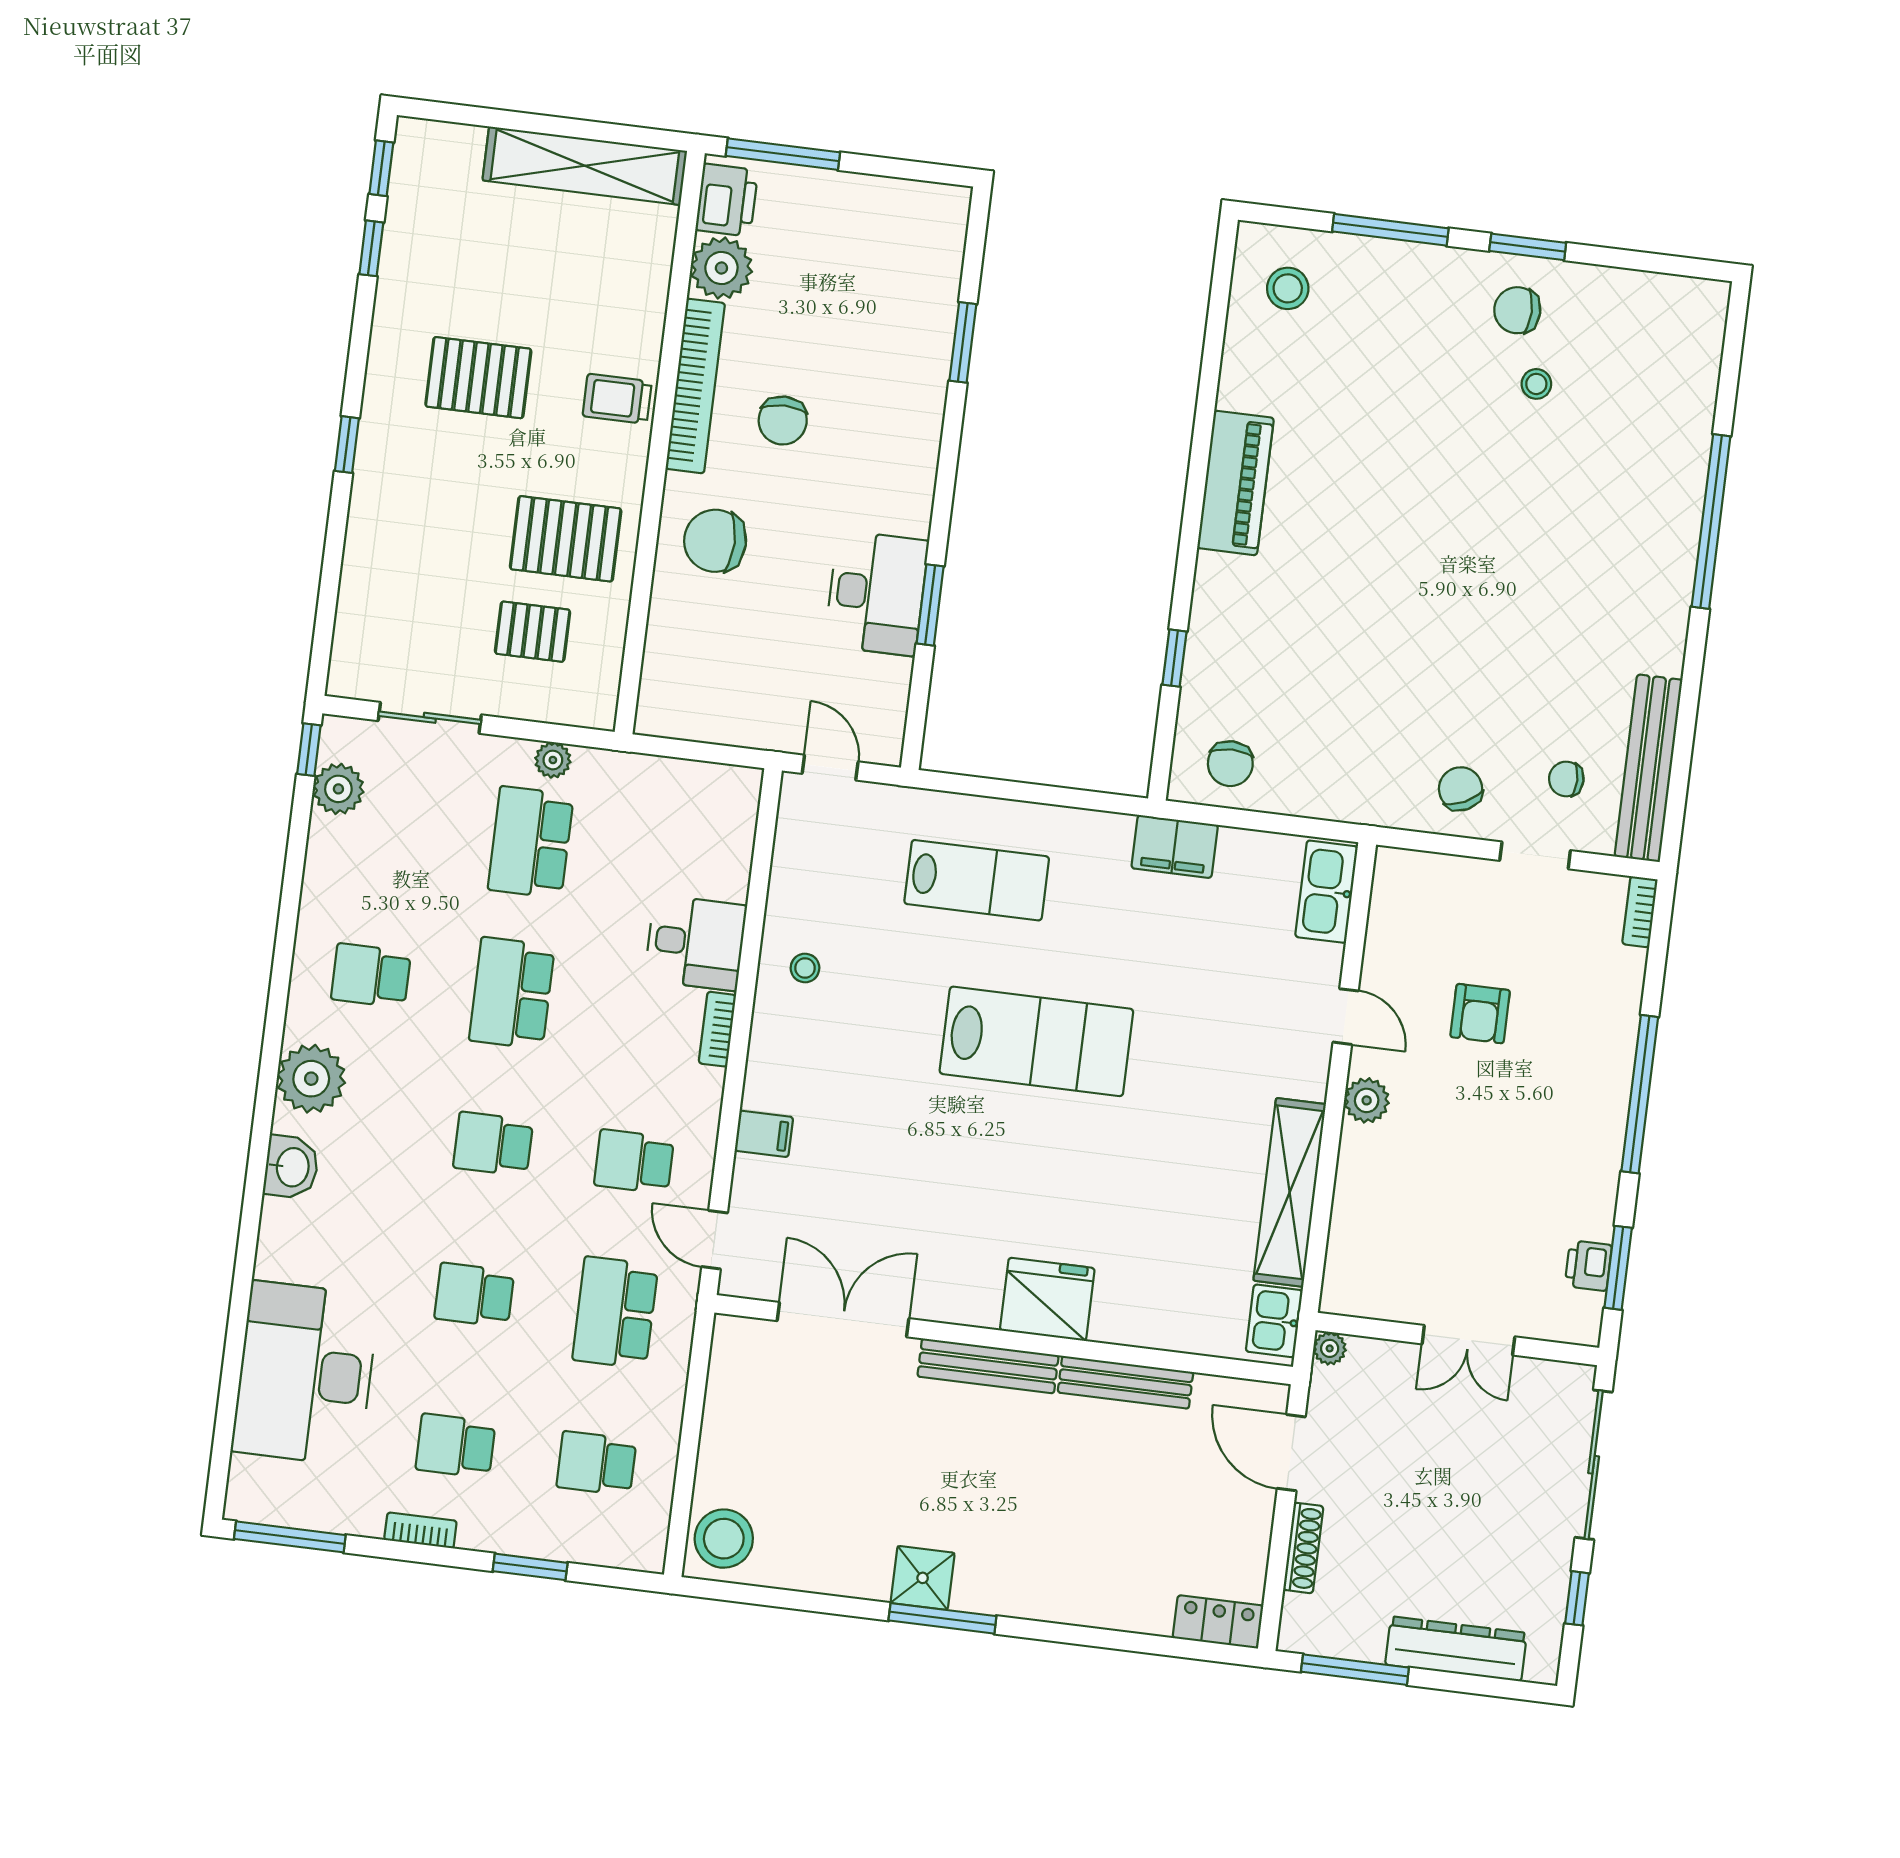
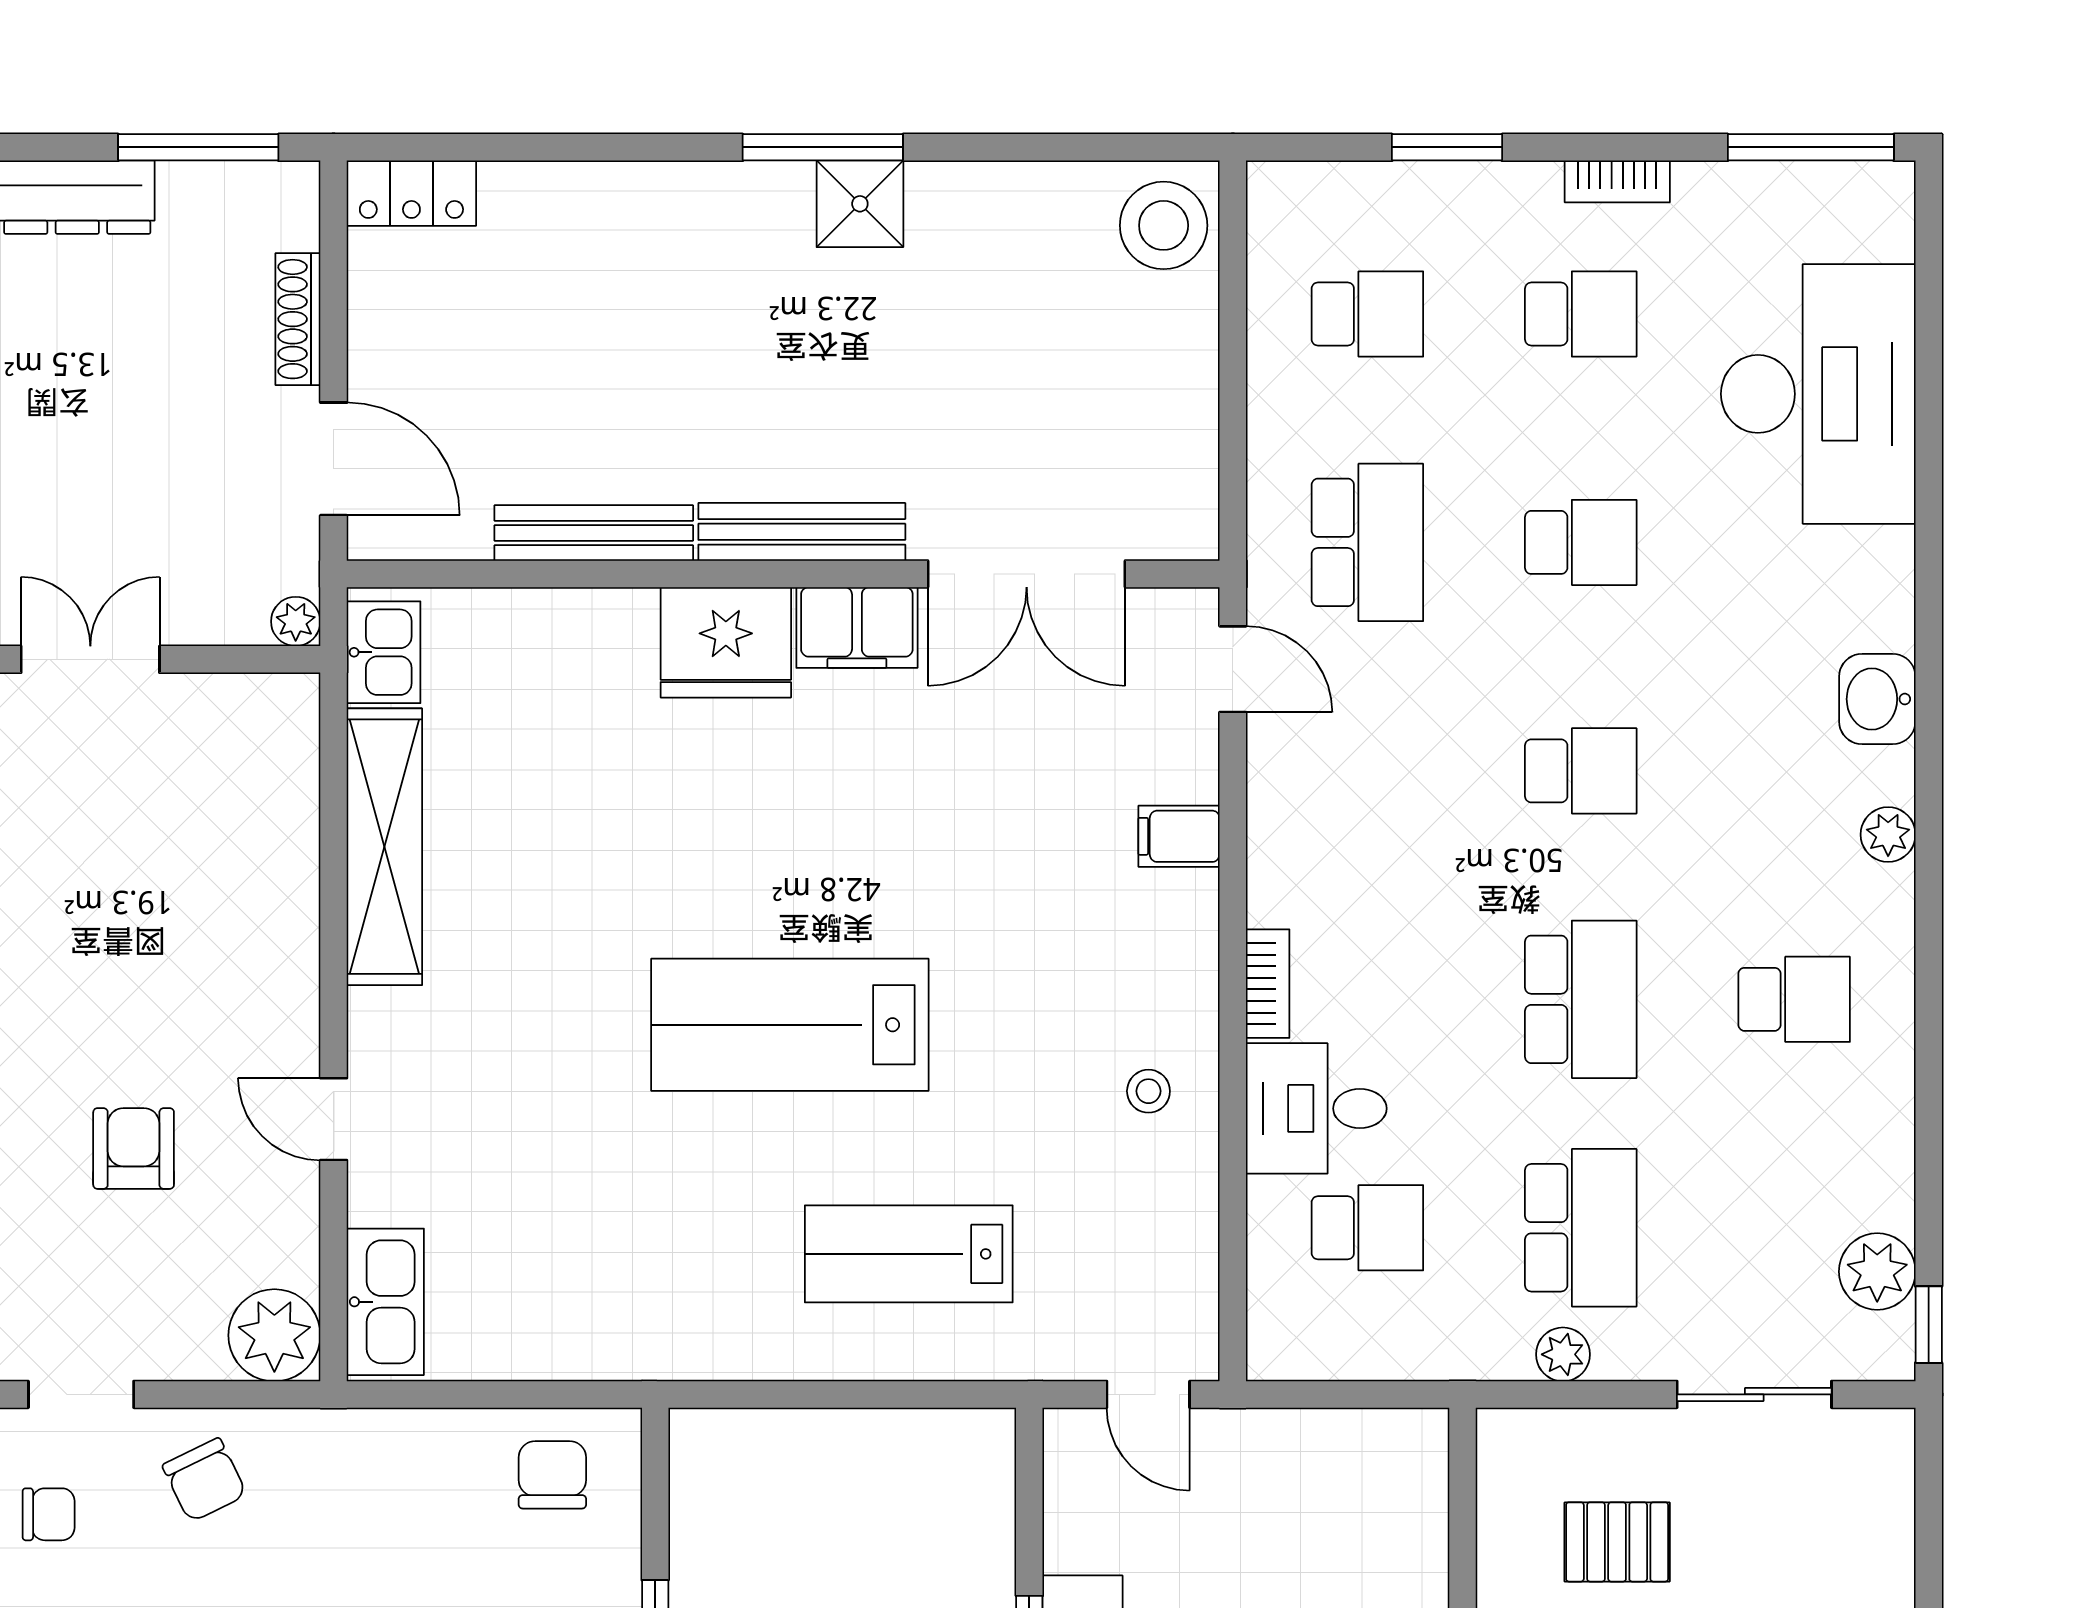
filing cabinet: (1175, 847) -> (857, 628), moved, turned 180
plant: (311, 1079) -> (1888, 835), width x0.53, depth x0.53
plant: (1367, 1100) -> (274, 1335), moved, width x1.36, depth x1.36
school desk: (634, 1162) -> (1367, 1228), moved

